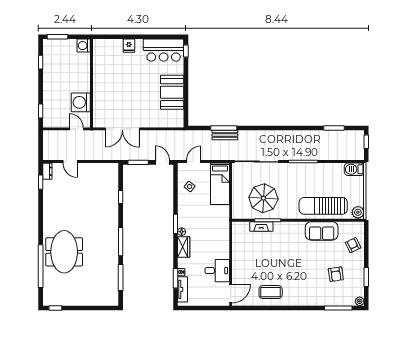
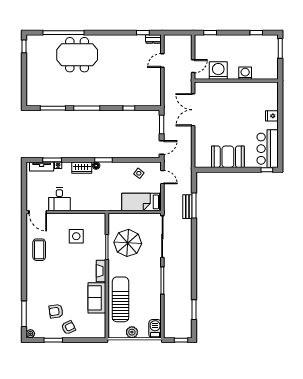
washing machine: (84, 46) -> (245, 73), moved
plant: (358, 212) -> (132, 332), moved
fireplace: (261, 226) -> (101, 271), moved
armchair: (353, 245) -> (68, 327), moved
side table: (256, 253) -> (76, 236), added

